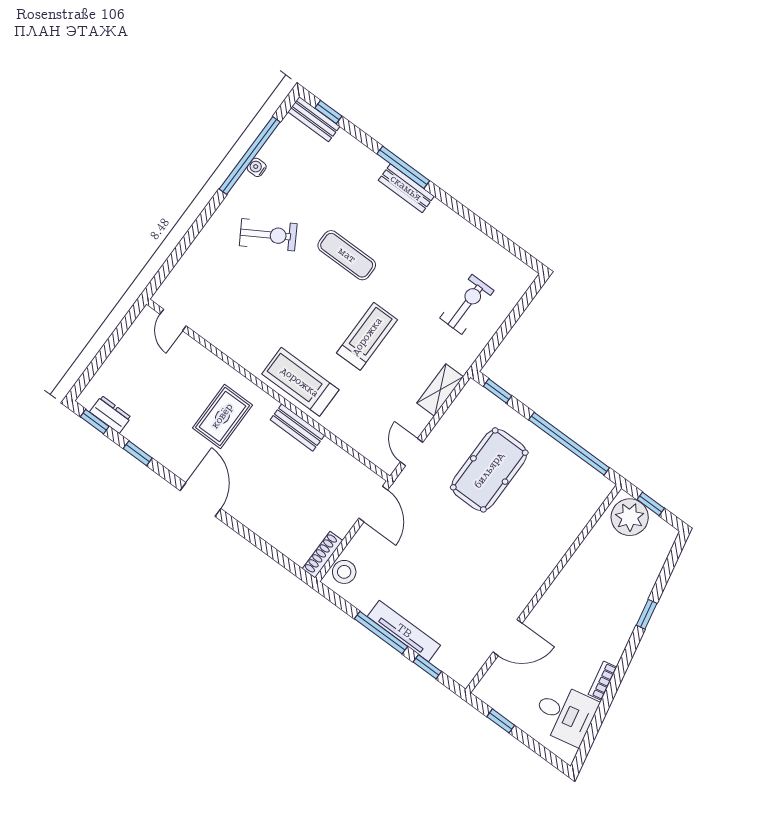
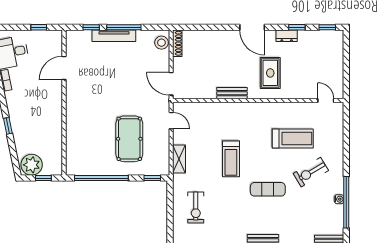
treadmill: (300, 382) -> (293, 138), moved
dresser: (110, 414) -> (287, 36), moved
plant: (630, 517) -> (32, 165), moved

